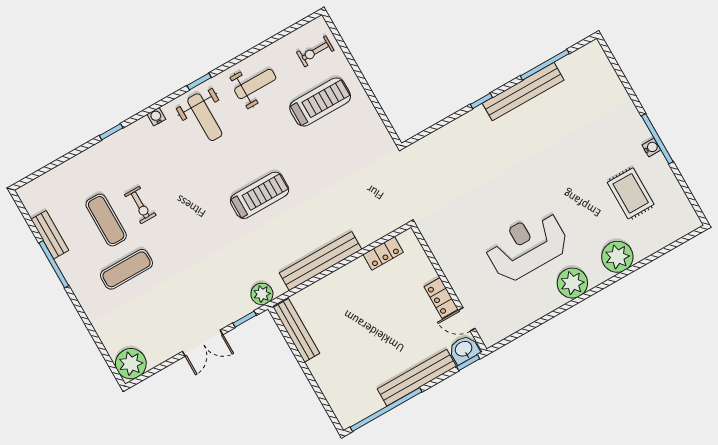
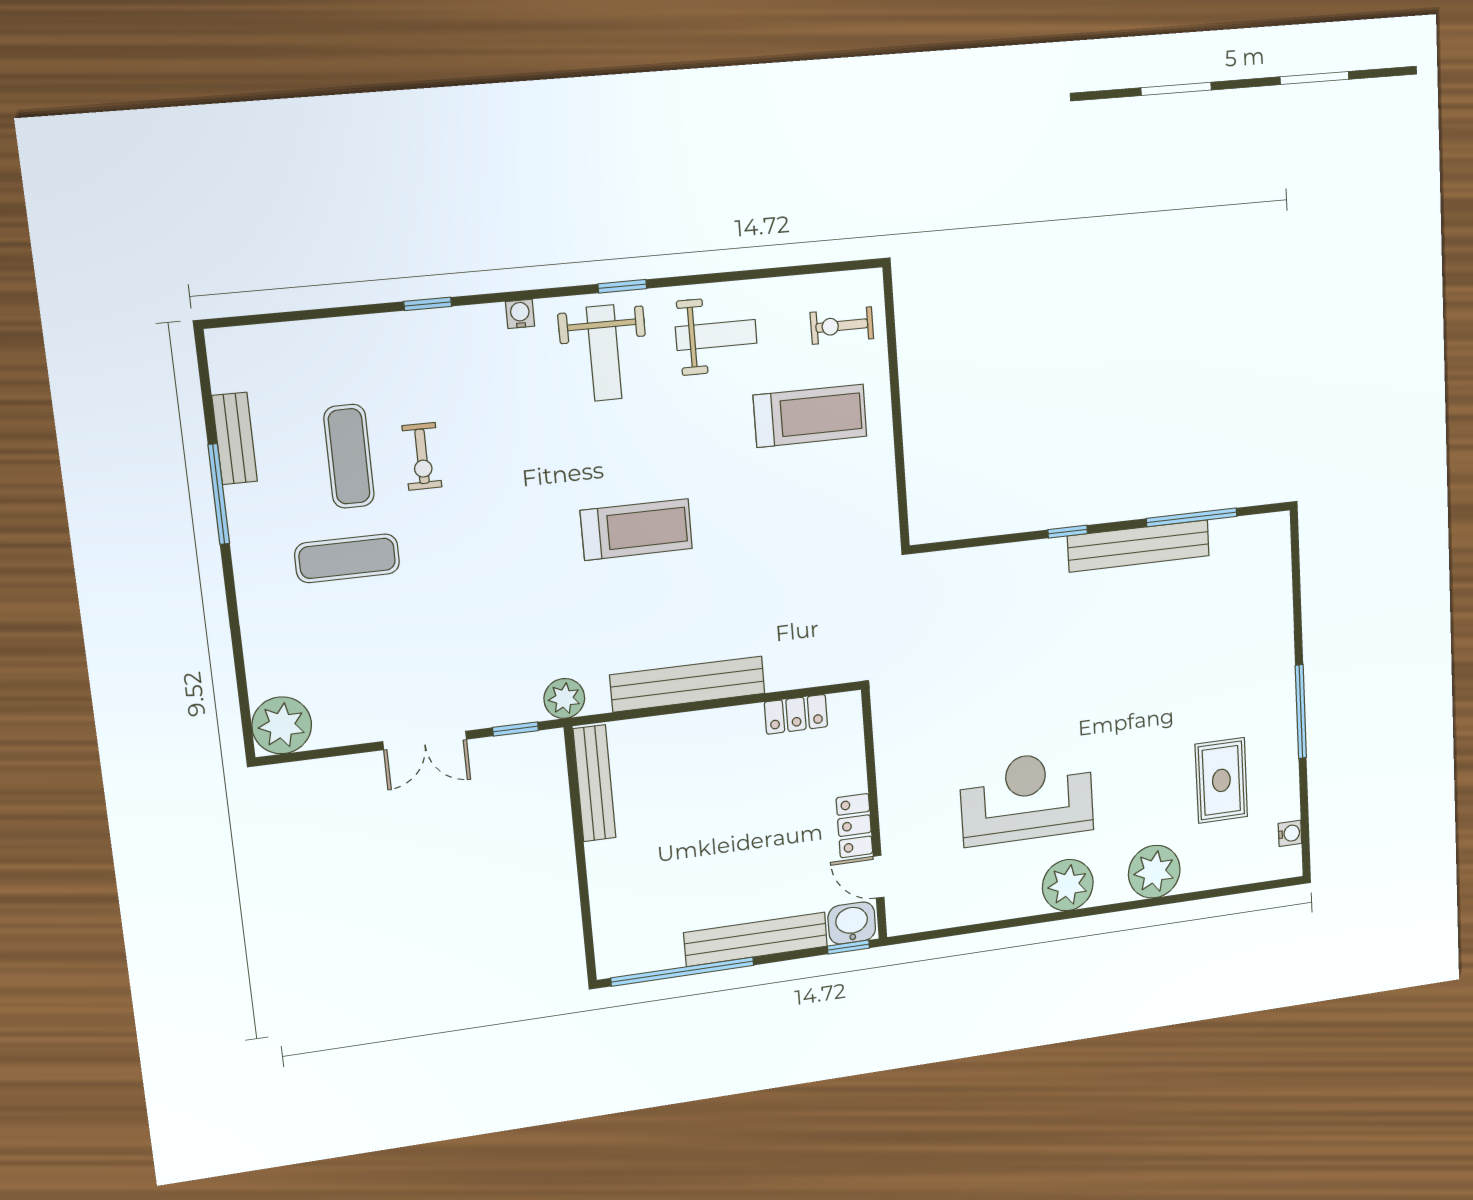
water cooler: (651, 147) -> (1290, 833), moved

